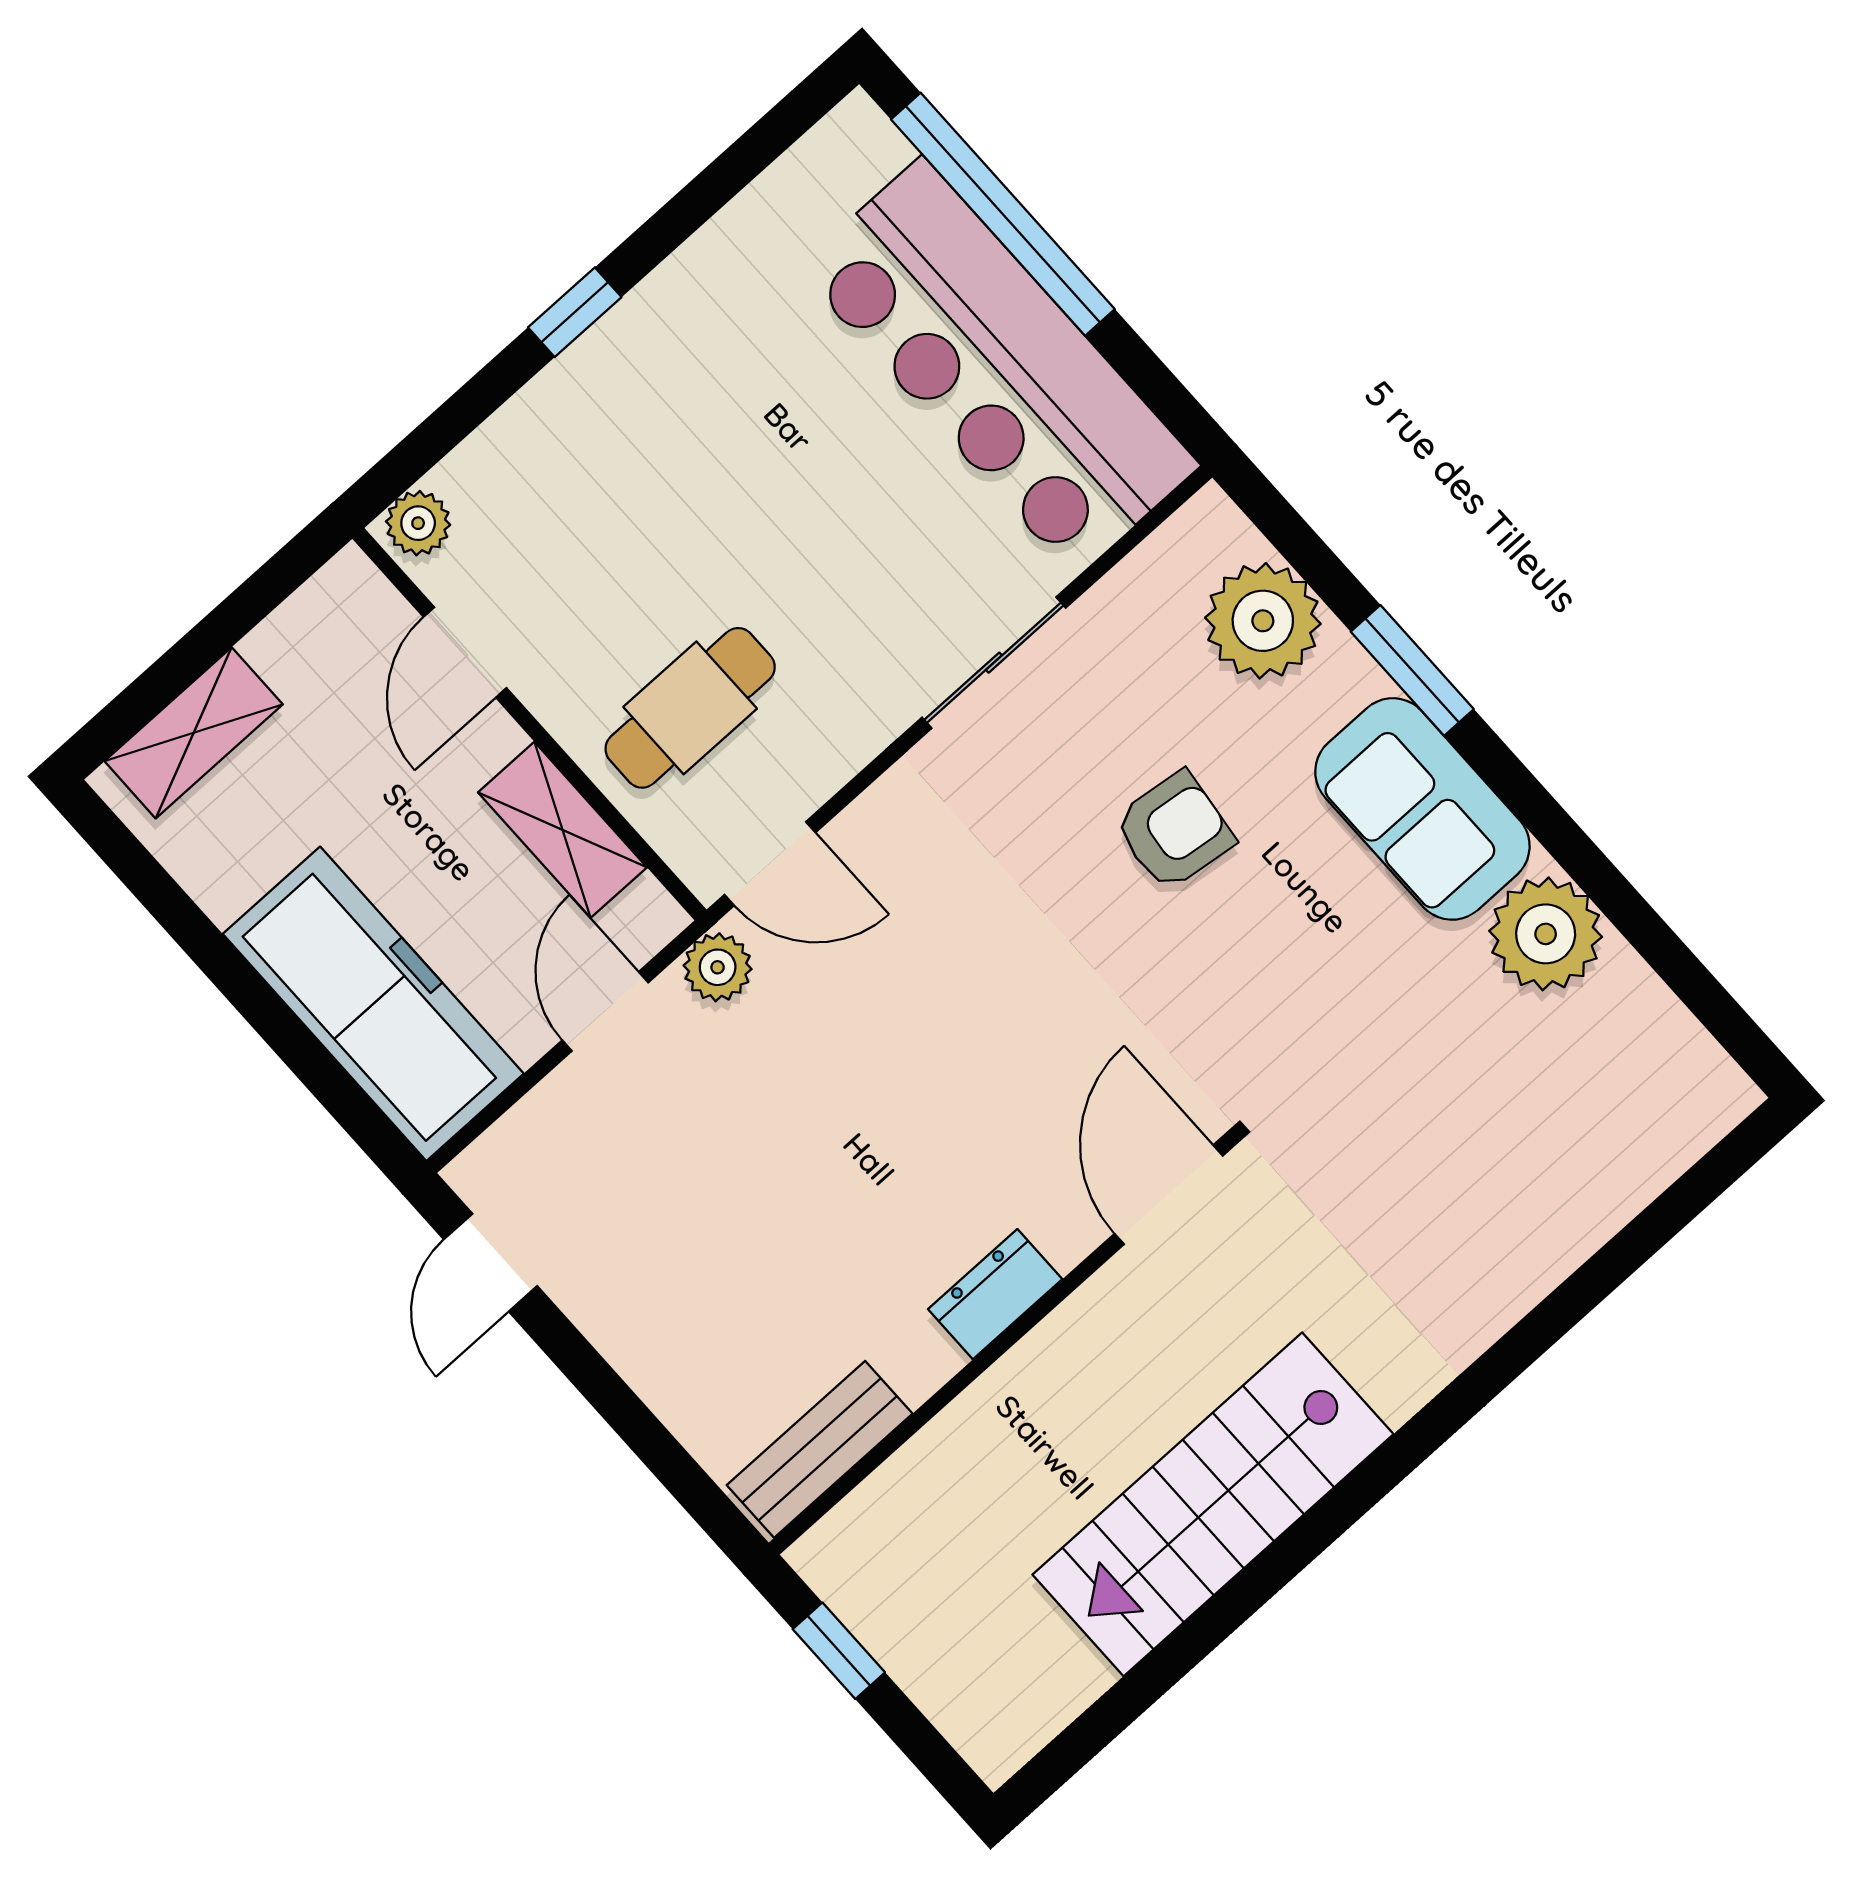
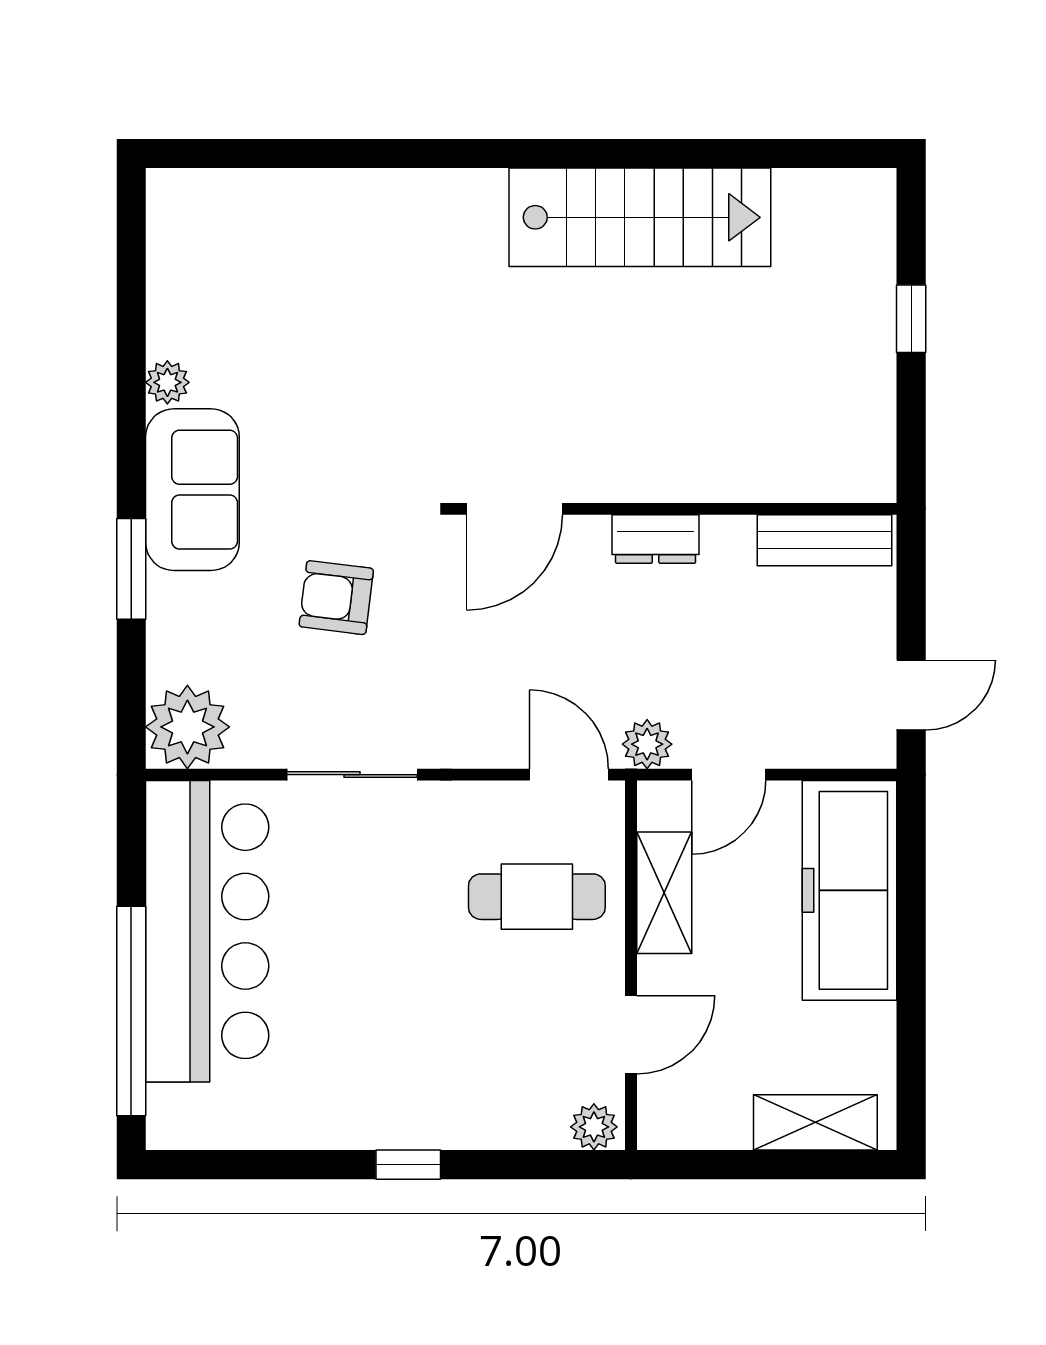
plant: (1263, 621) -> (187, 727), moved
plant: (1546, 934) -> (167, 382), width x0.53, depth x0.53
door: (1169, 1195) -> (514, 509), moved
dresser: (995, 1294) -> (656, 539), moved
wall: (1004, 1343) -> (674, 509), moved
bench: (820, 1449) -> (825, 540), moved

